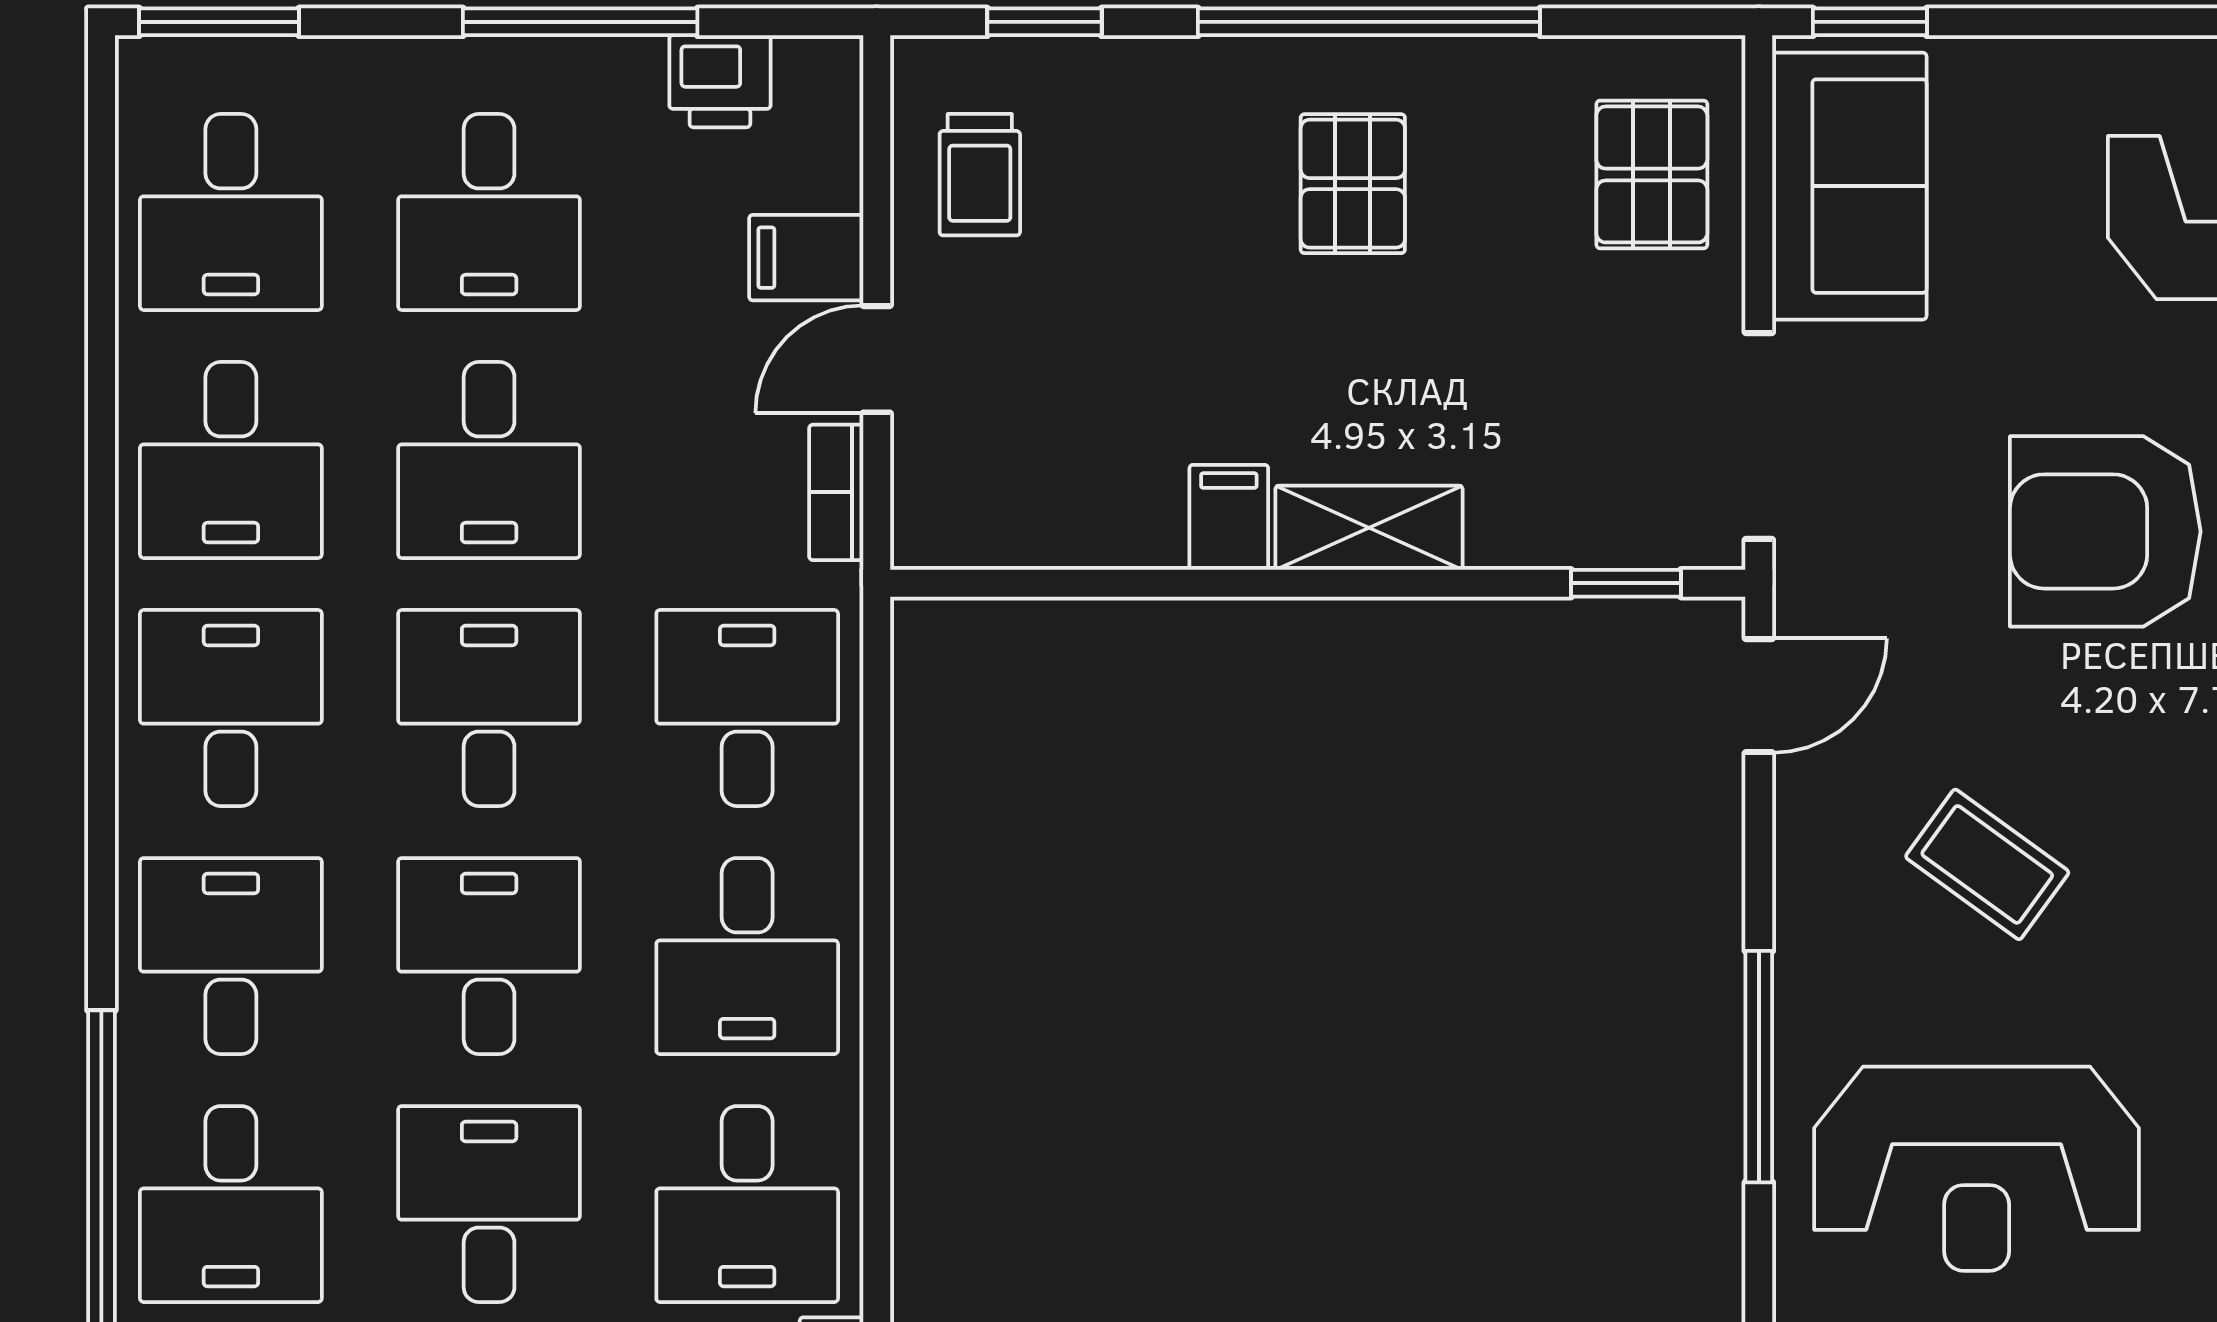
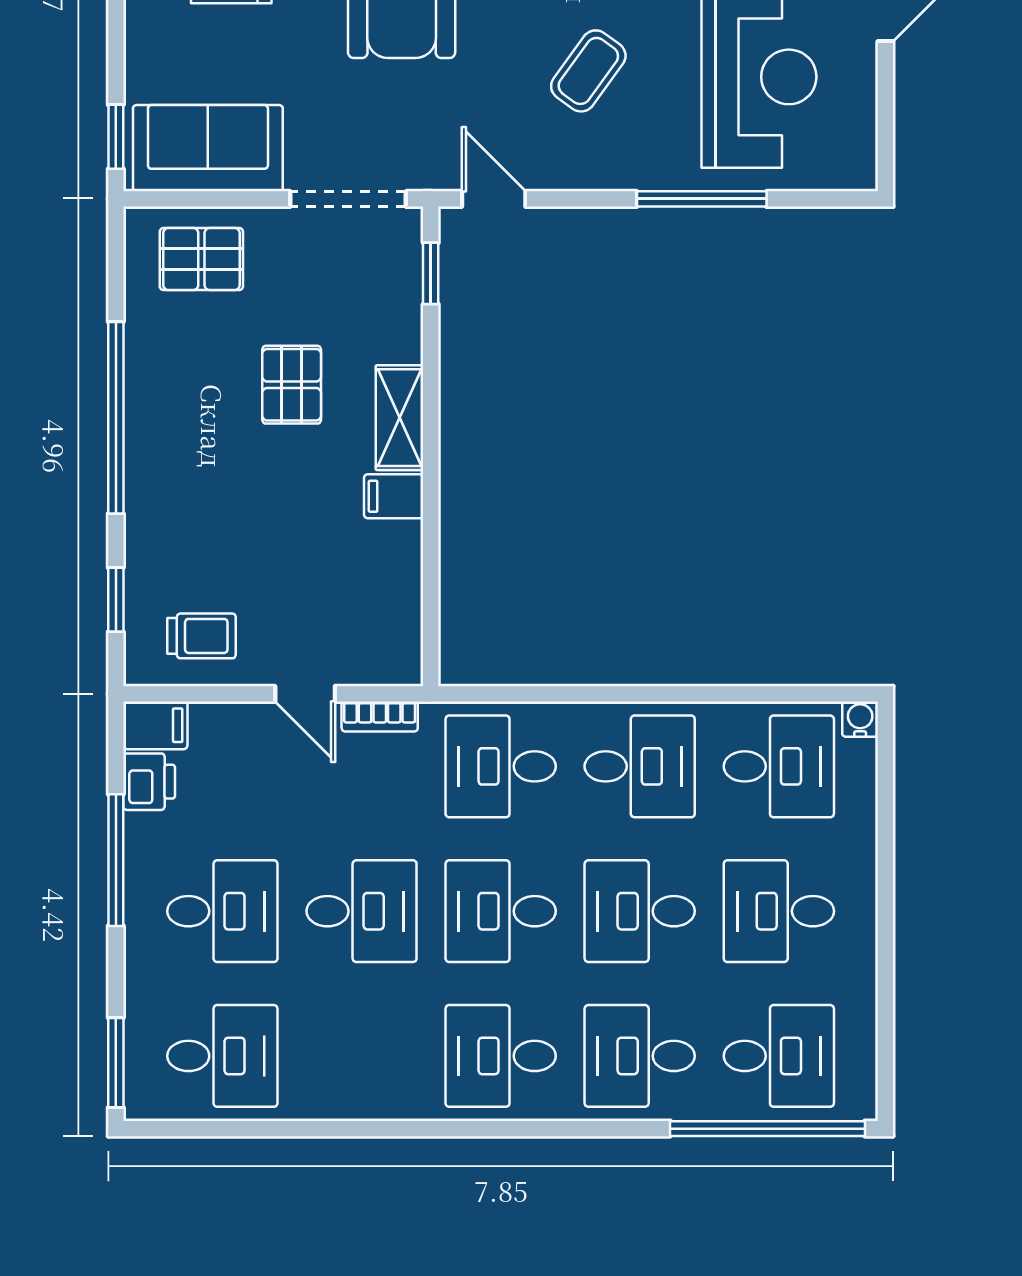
pallet: (1353, 184) -> (292, 385), moved, turned 90
filing cabinet: (806, 258) -> (155, 725), moved, turned -90
desk: (231, 460) -> (362, 1056), removed

